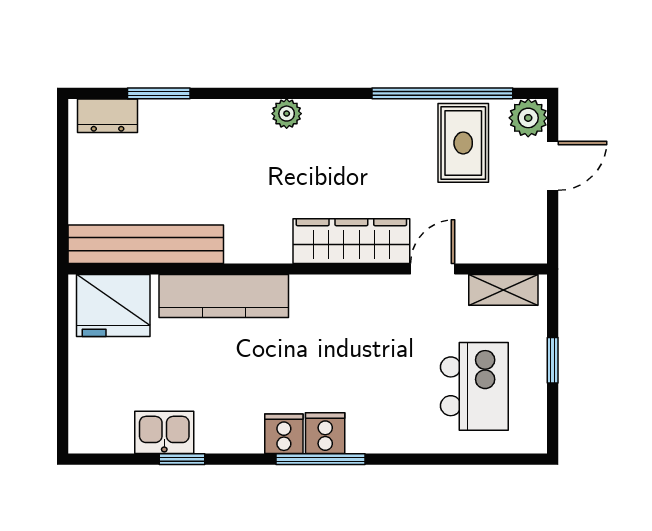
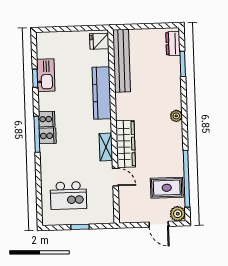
shelving: (503, 290) -> (106, 147), moved
fridge: (113, 306) -> (99, 41), width x0.53, depth x0.75
kitchen sink: (164, 432) -> (46, 75), width x1.38

